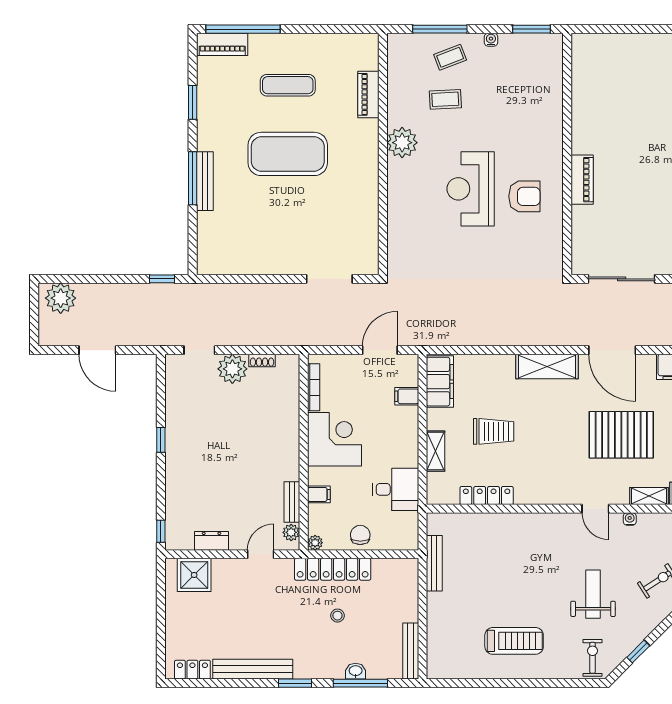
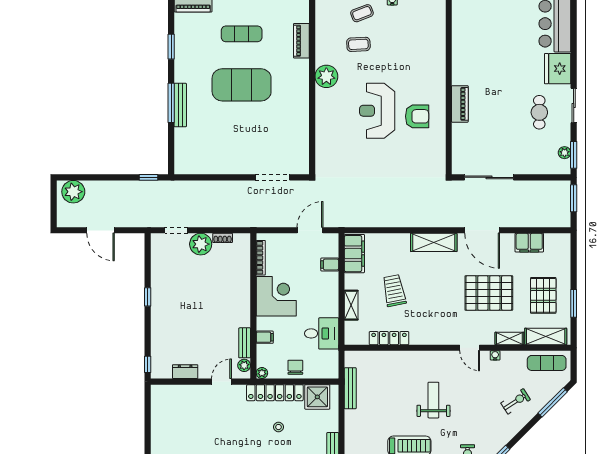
trolley: (494, 431) -> (394, 291), turned -101
shower: (194, 575) -> (317, 397), moved
weight bench: (593, 594) -> (433, 400), moved

